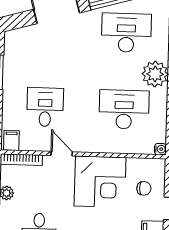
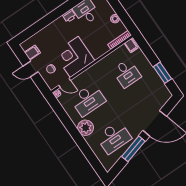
door: (62, 154) -> (65, 83), moved

